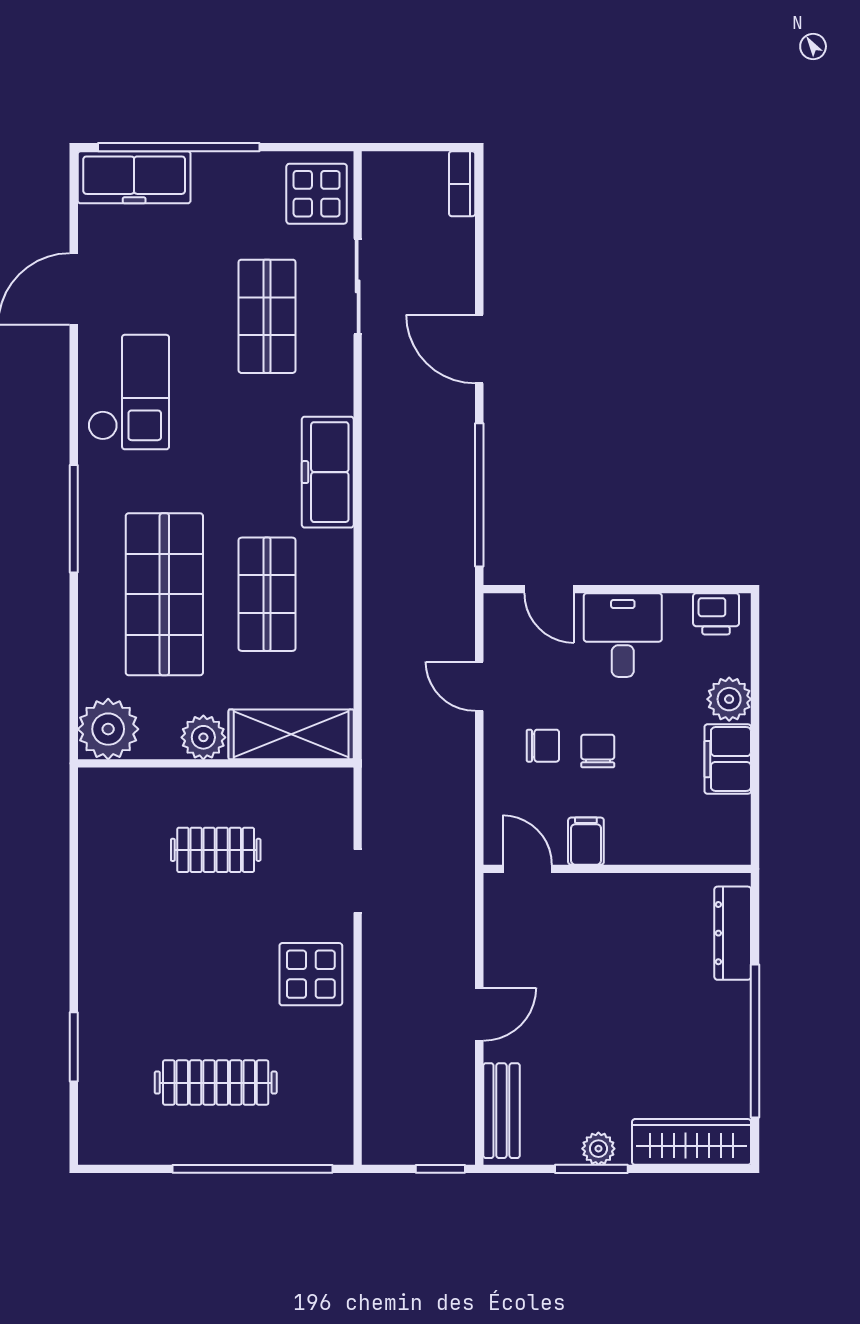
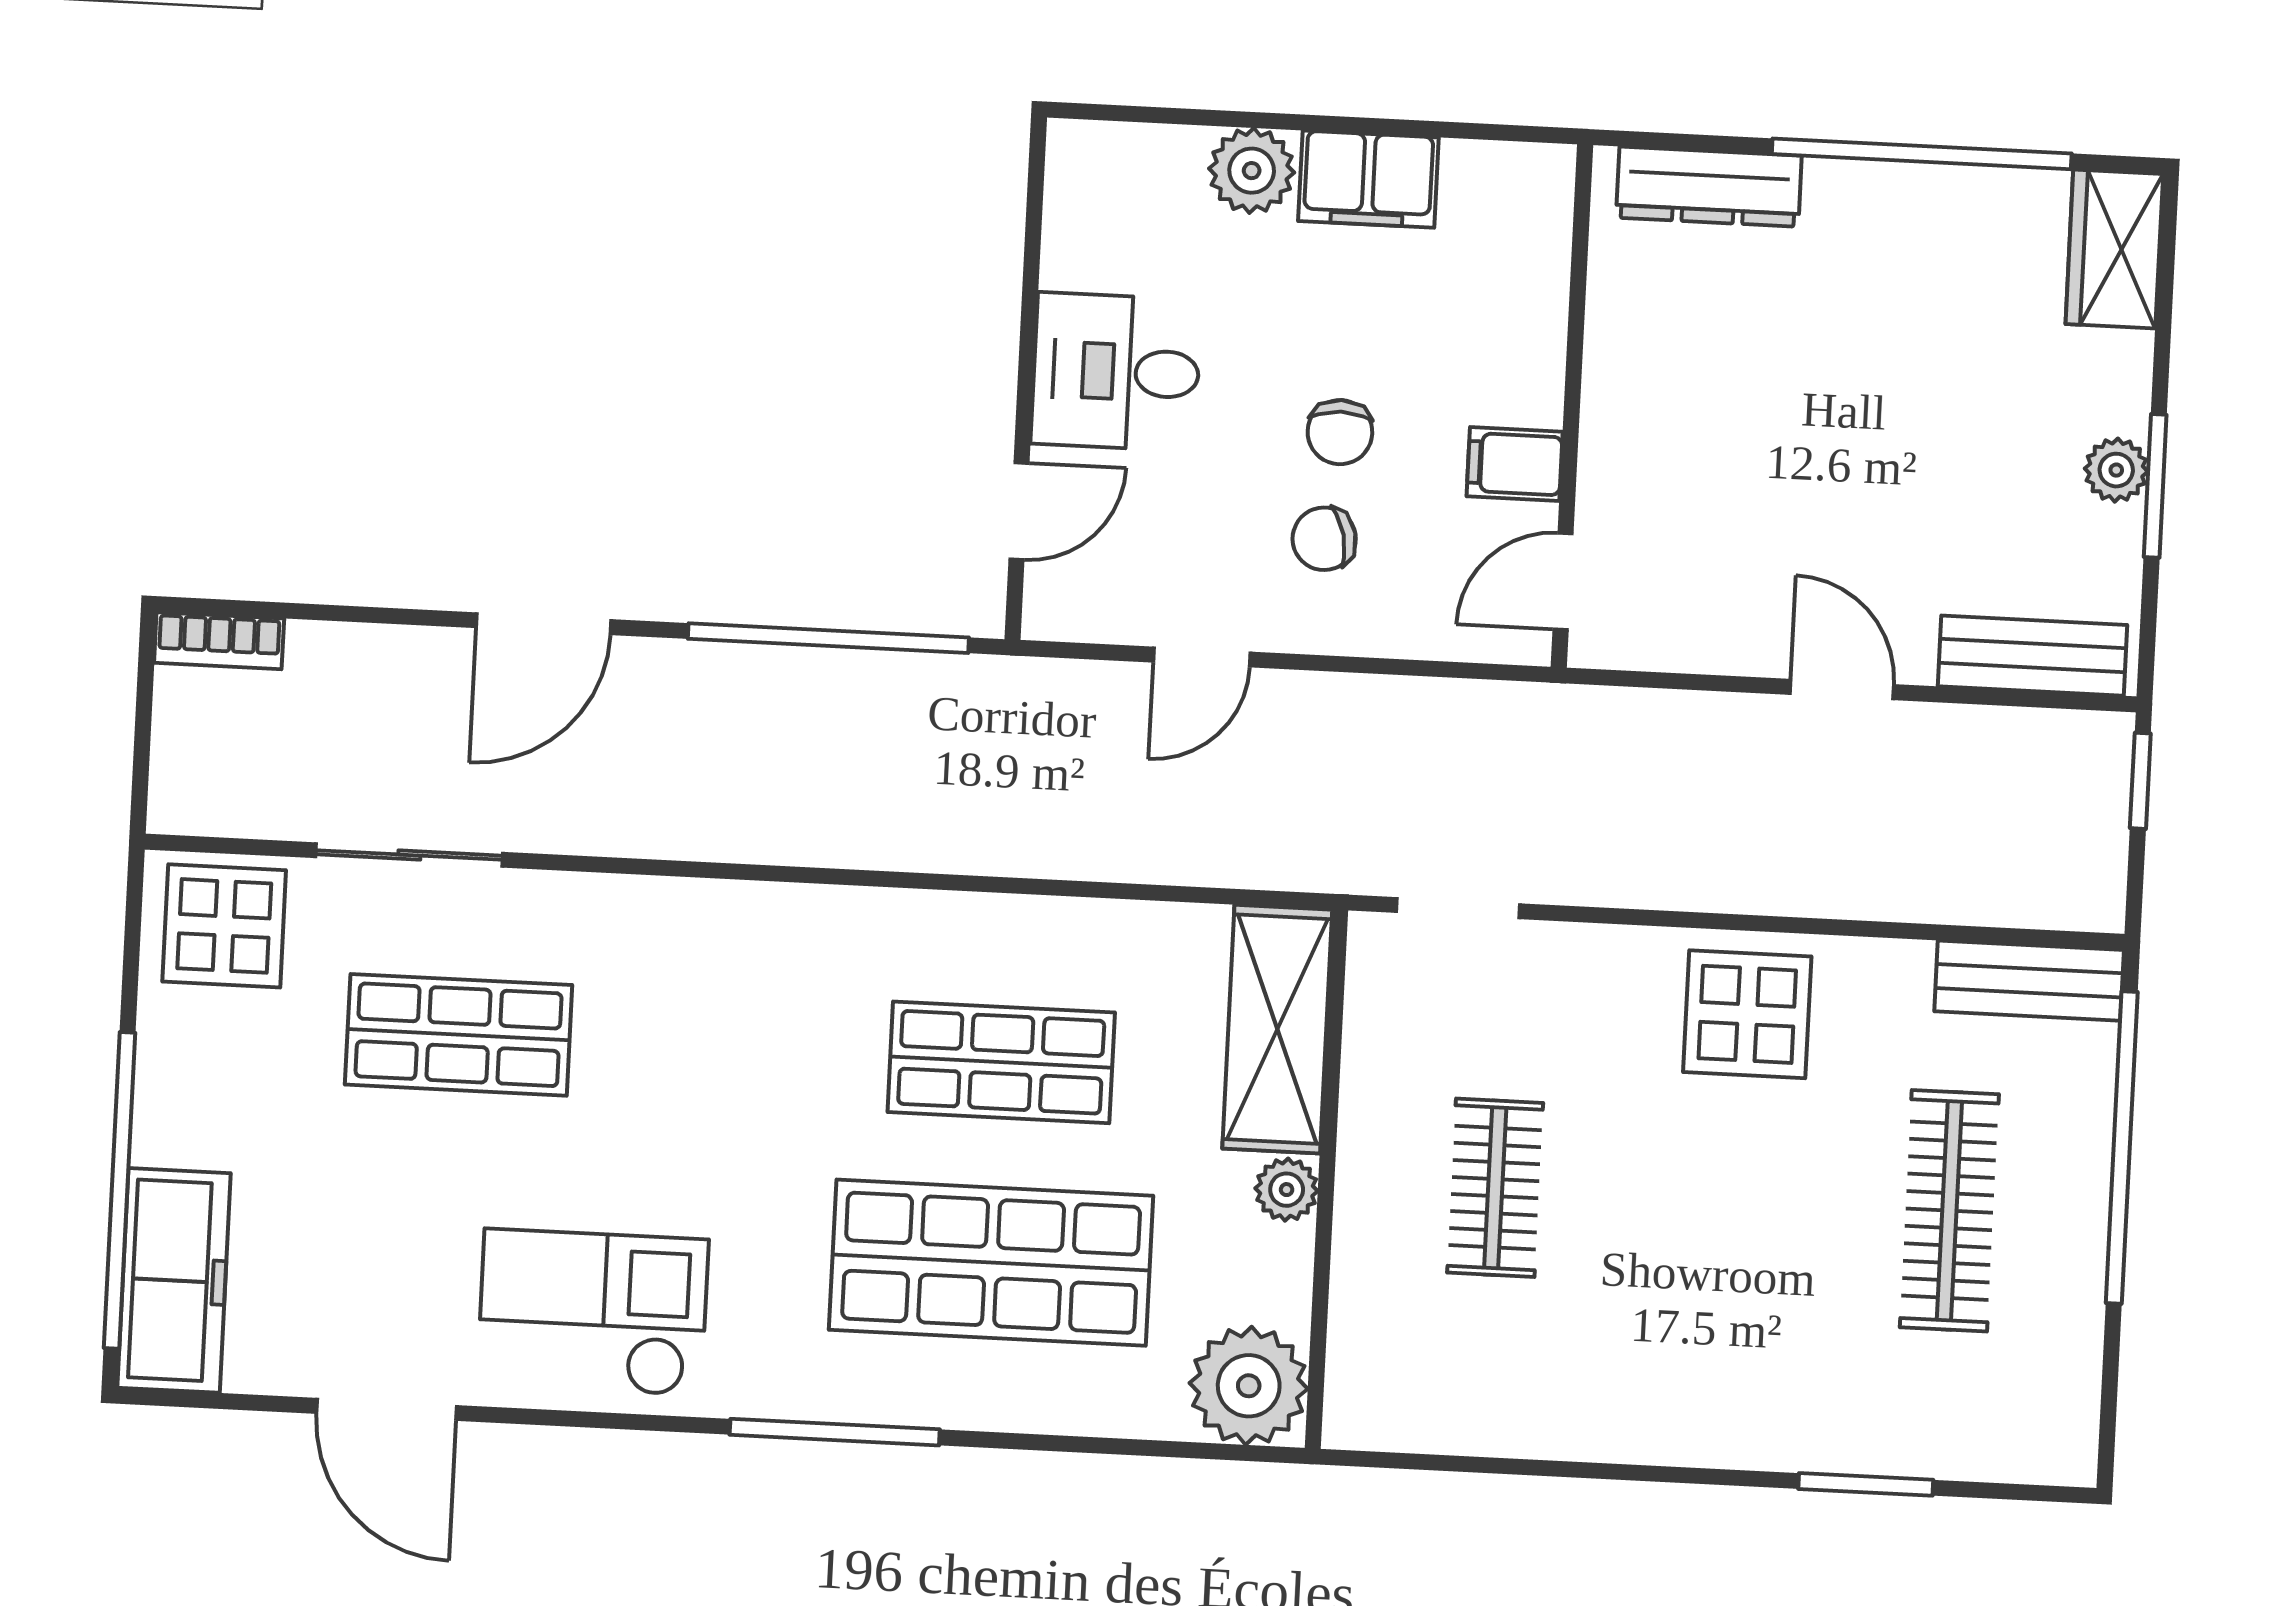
freezer: (328, 472) -> (769, 932), removed
printer: (716, 614) -> (1084, 188), removed
plant: (203, 737) -> (1287, 1190), width x0.73, depth x0.73
chair: (543, 746) -> (1324, 539), turned -103
chair: (598, 751) -> (1340, 432), turned -90
doorway: (358, 881) -> (1458, 908), moved
bench: (335, 1117) -> (2029, 981), added
wardrobe: (692, 1142) -> (2114, 249), width x0.67

